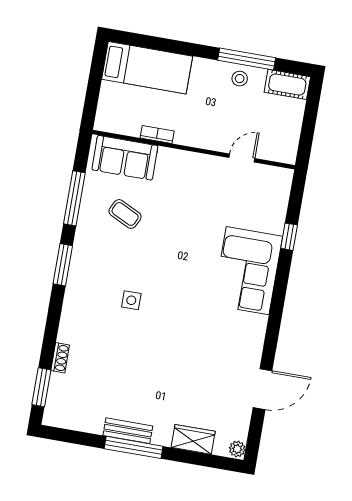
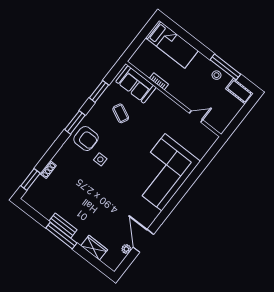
window: (74, 198) -> (99, 91), width x0.69
window: (289, 237) -> (199, 170), removed
corner sofa: (248, 271) -> (163, 172), width x1.36, depth x1.36
armchair: (93, 280) -> (86, 139), added
door: (262, 389) -> (143, 241), swing flipped
plant: (237, 449) -> (126, 249), moved

